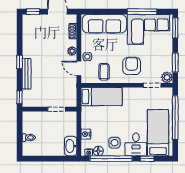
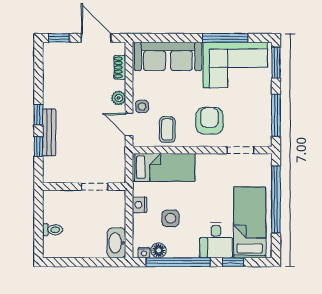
window: (175, 62) -> (276, 115), width x1.44
plant: (167, 77) -> (263, 138), removed
window: (20, 97) -> (38, 147), moved
nightstand: (86, 134) -> (140, 205), moved
side table: (114, 143) -> (171, 218), moved

